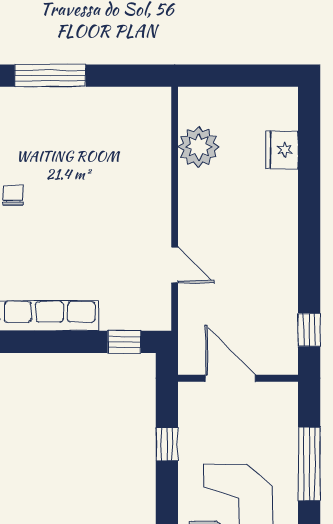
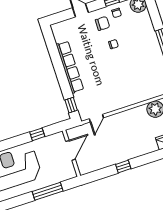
door: (175, 265) -> (96, 118), moved
window: (309, 330) -> (123, 167), moved

